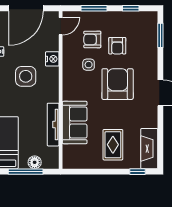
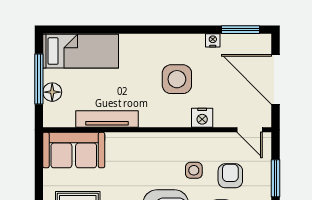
sofa: (75, 123) -> (74, 150), moved

